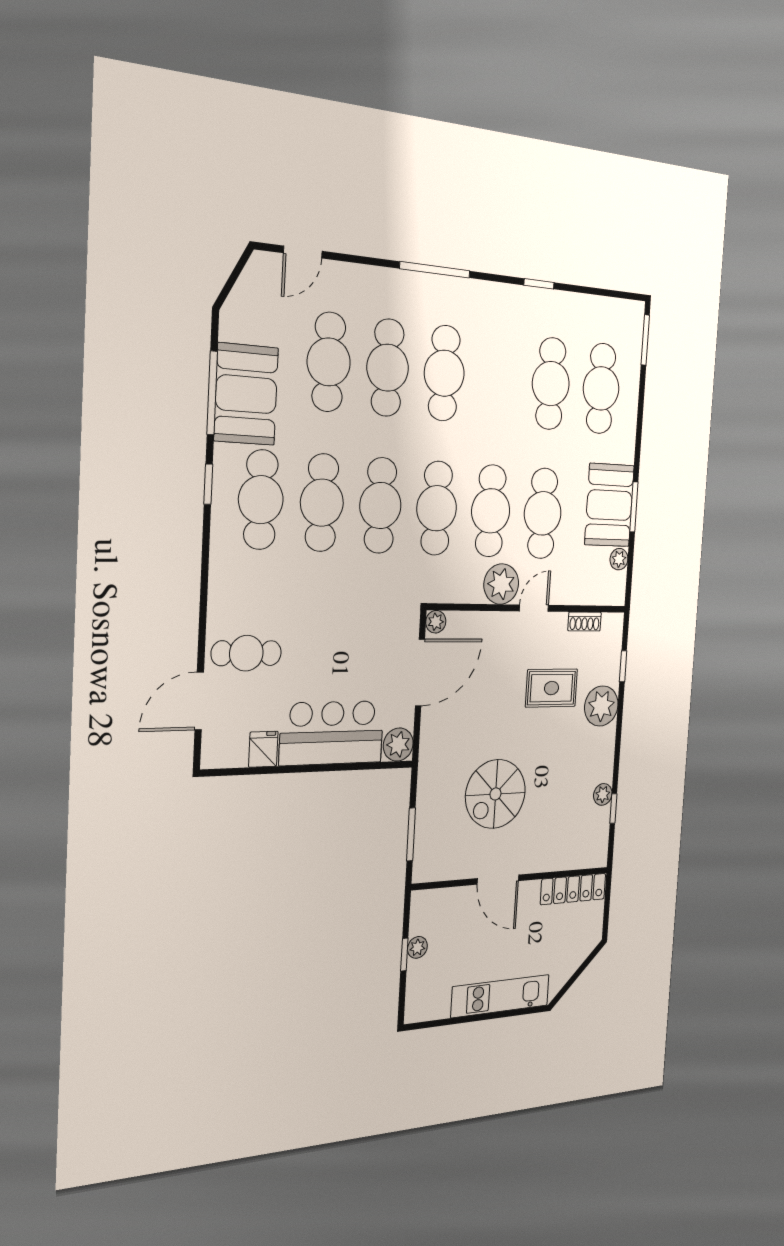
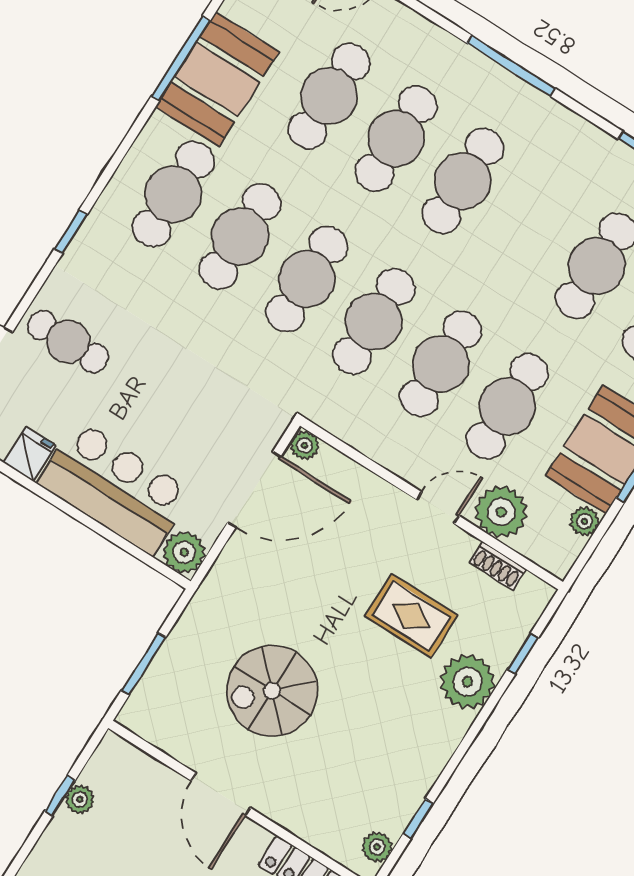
window: (208, 484) -> (71, 232), moved
plant: (501, 584) -> (501, 512), moved
plant: (603, 794) -> (377, 847), moved

